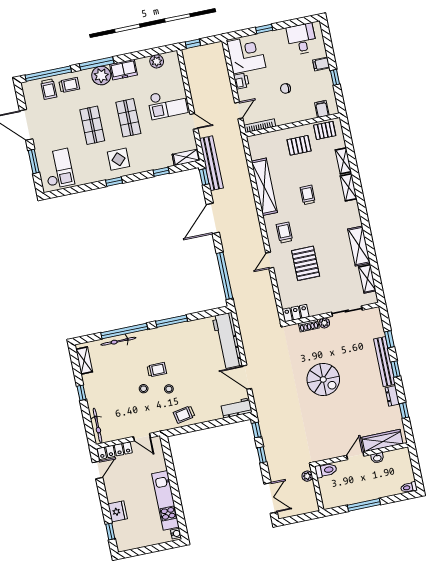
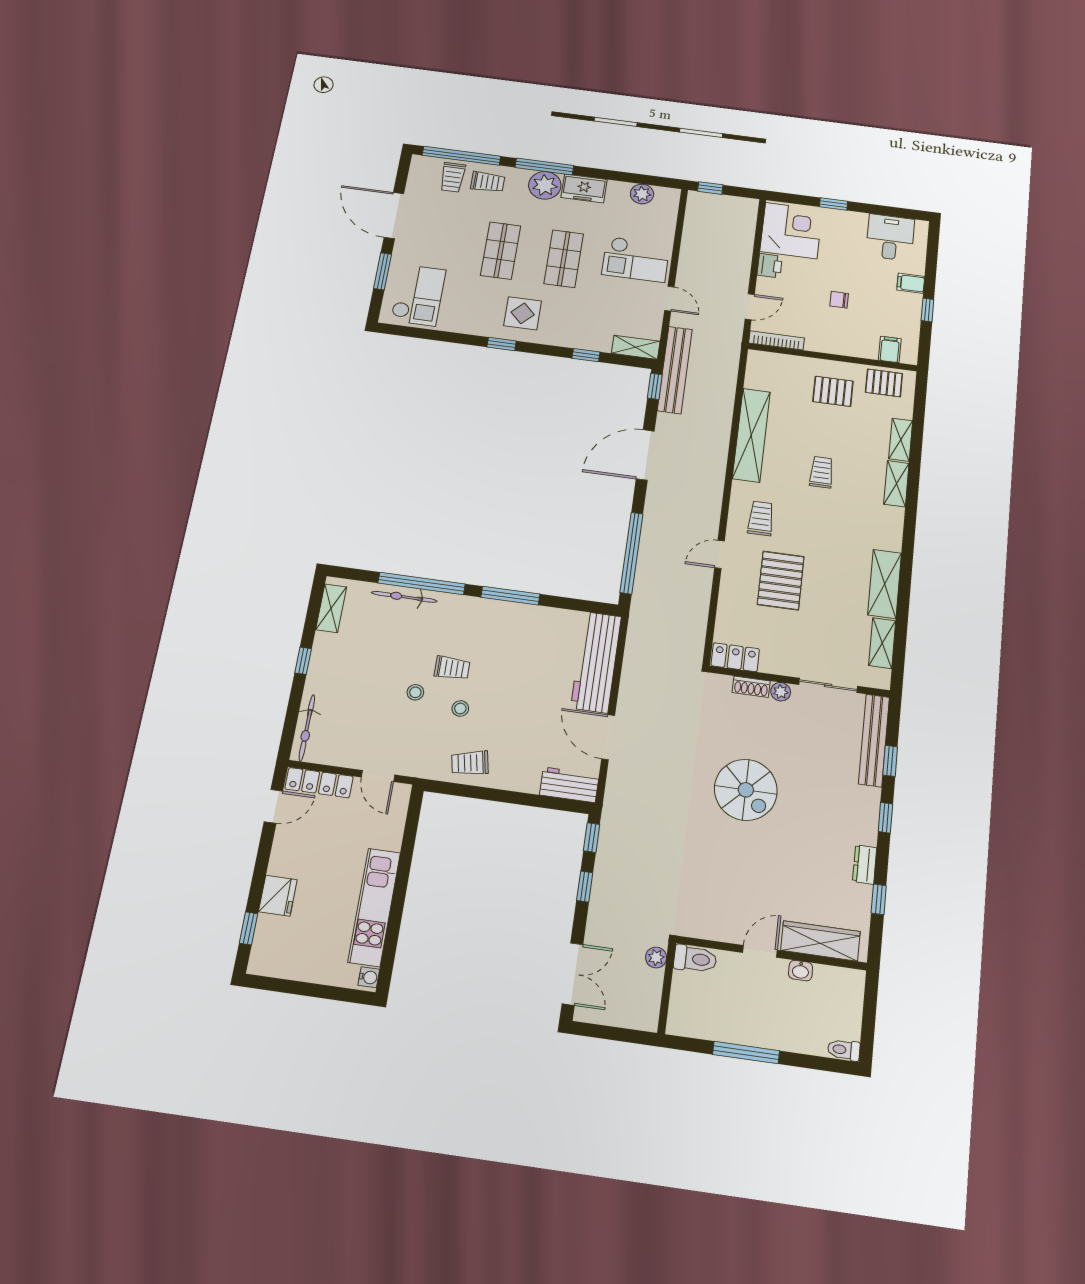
bench: (384, 362) -> (874, 740), moved

